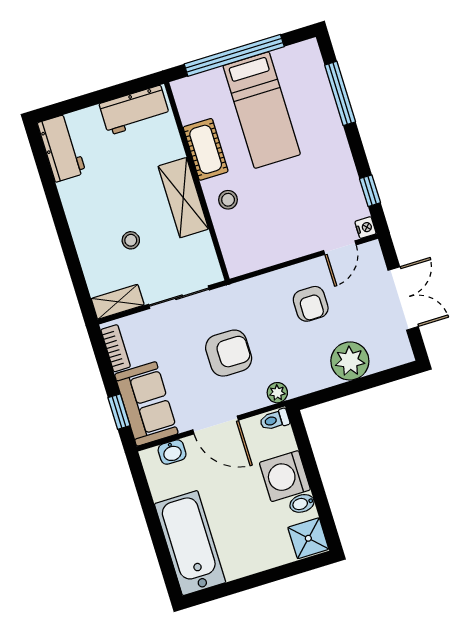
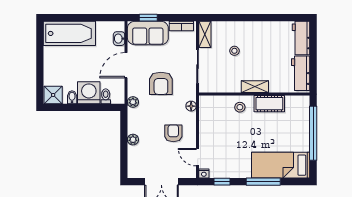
window: (340, 93) -> (263, 182), moved
bed: (262, 110) -> (281, 165), moved
workbench: (62, 148) -> (301, 38), moved, turned 90
shelving: (183, 198) -> (255, 87), width x0.67, depth x0.75
floor lamp: (253, 287) -> (191, 106), added
armchair: (311, 304) -> (173, 133), turned 90
plant: (350, 361) -> (133, 140), width x0.53, depth x0.53
toilet: (275, 420) -> (106, 96), moved

